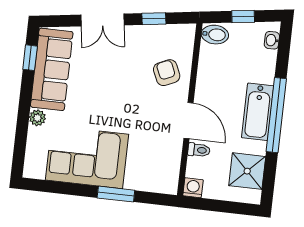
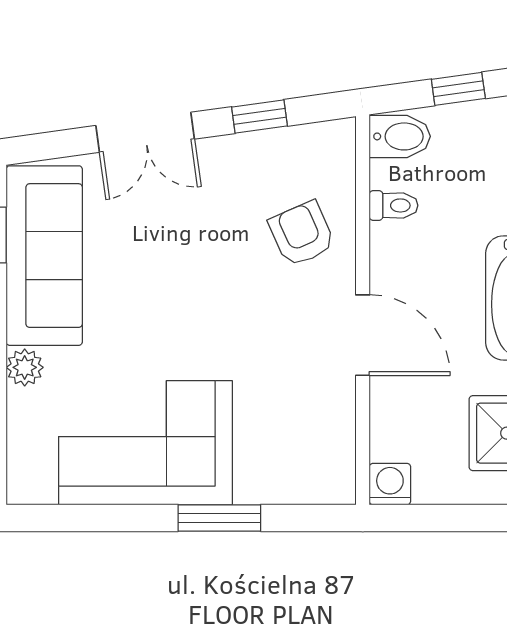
toilet: (199, 150) -> (394, 205), moved

